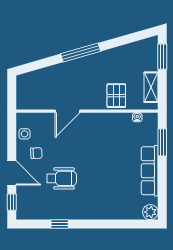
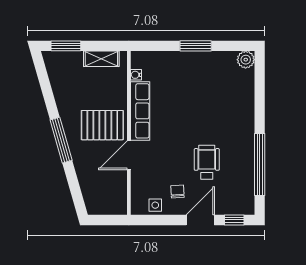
pallet: (116, 96) -> (102, 125), moved, width x1.50, depth x1.42
door: (68, 111) -> (129, 155), swing flipped
window: (162, 142) -> (196, 46), moved
row of seats: (150, 171) -> (140, 111), moved, turned -90
window: (60, 224) -> (260, 164), width x3.17

